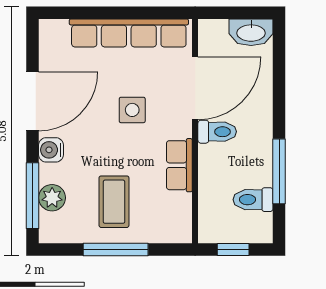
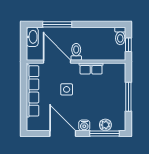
window: (279, 171) -> (57, 24), moved
toilet: (253, 200) -> (120, 36), moved
coffee table: (114, 202) -> (107, 97), removed

